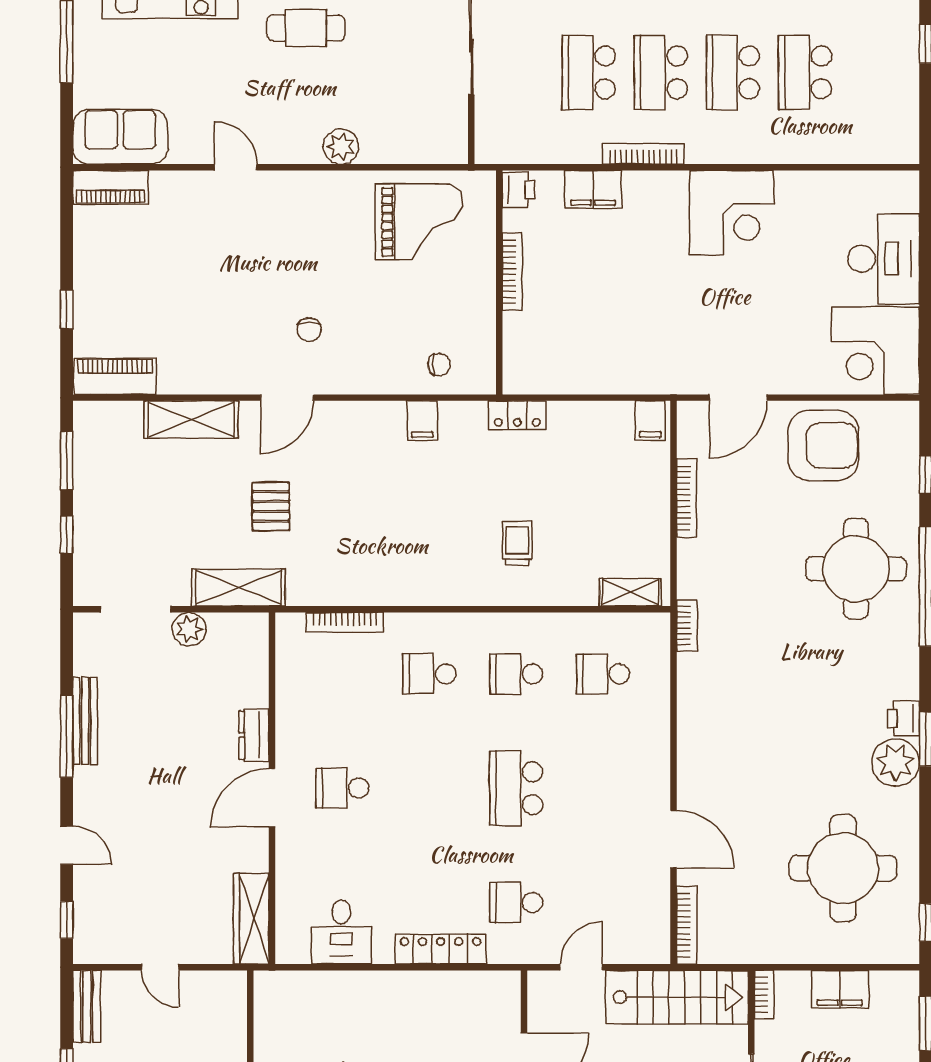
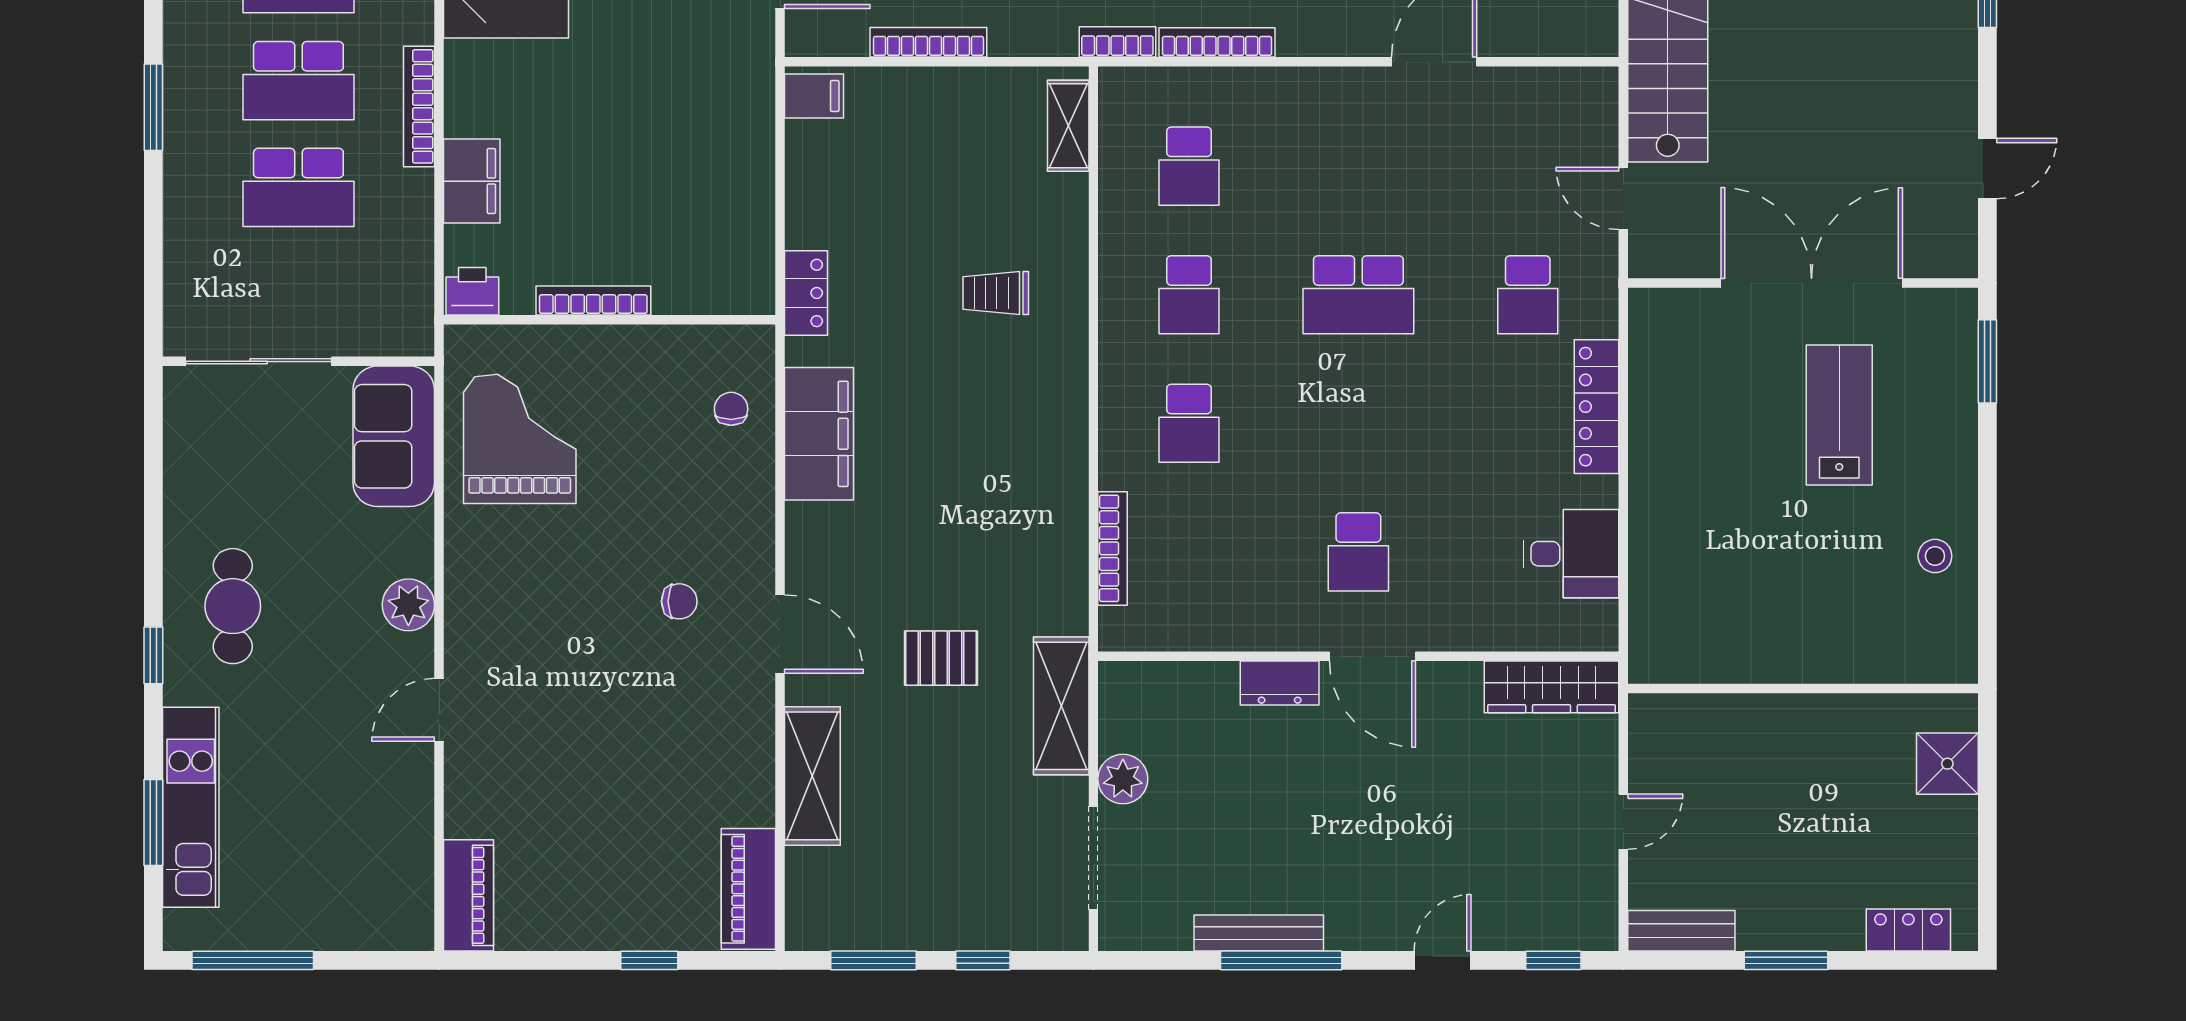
sofa: (120, 137) -> (394, 436), moved
plant: (341, 147) -> (408, 605), moved
filing cabinet: (422, 421) -> (819, 434), width x3.00, depth x1.17
bookcase: (687, 925) -> (1217, 42), moved

